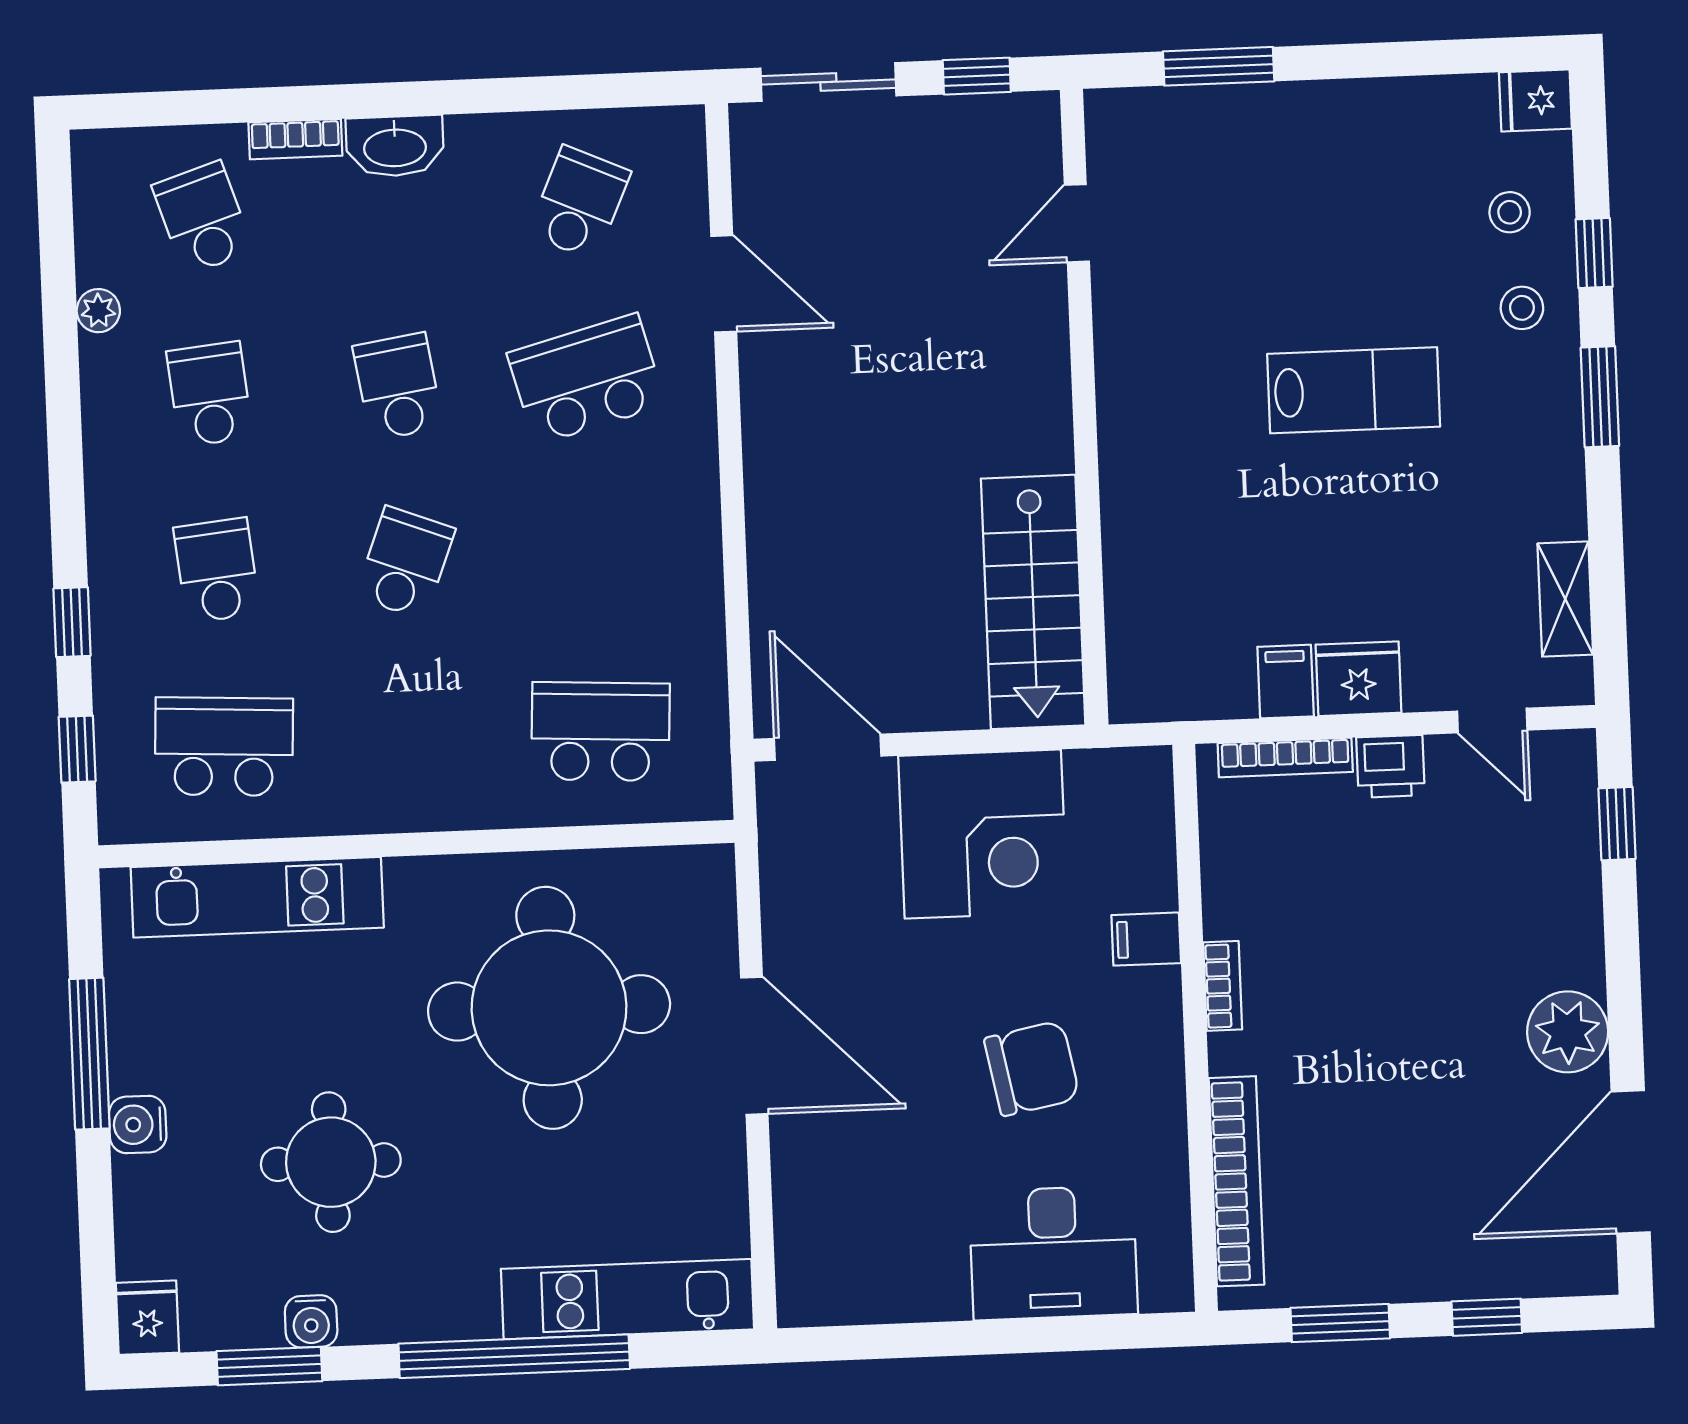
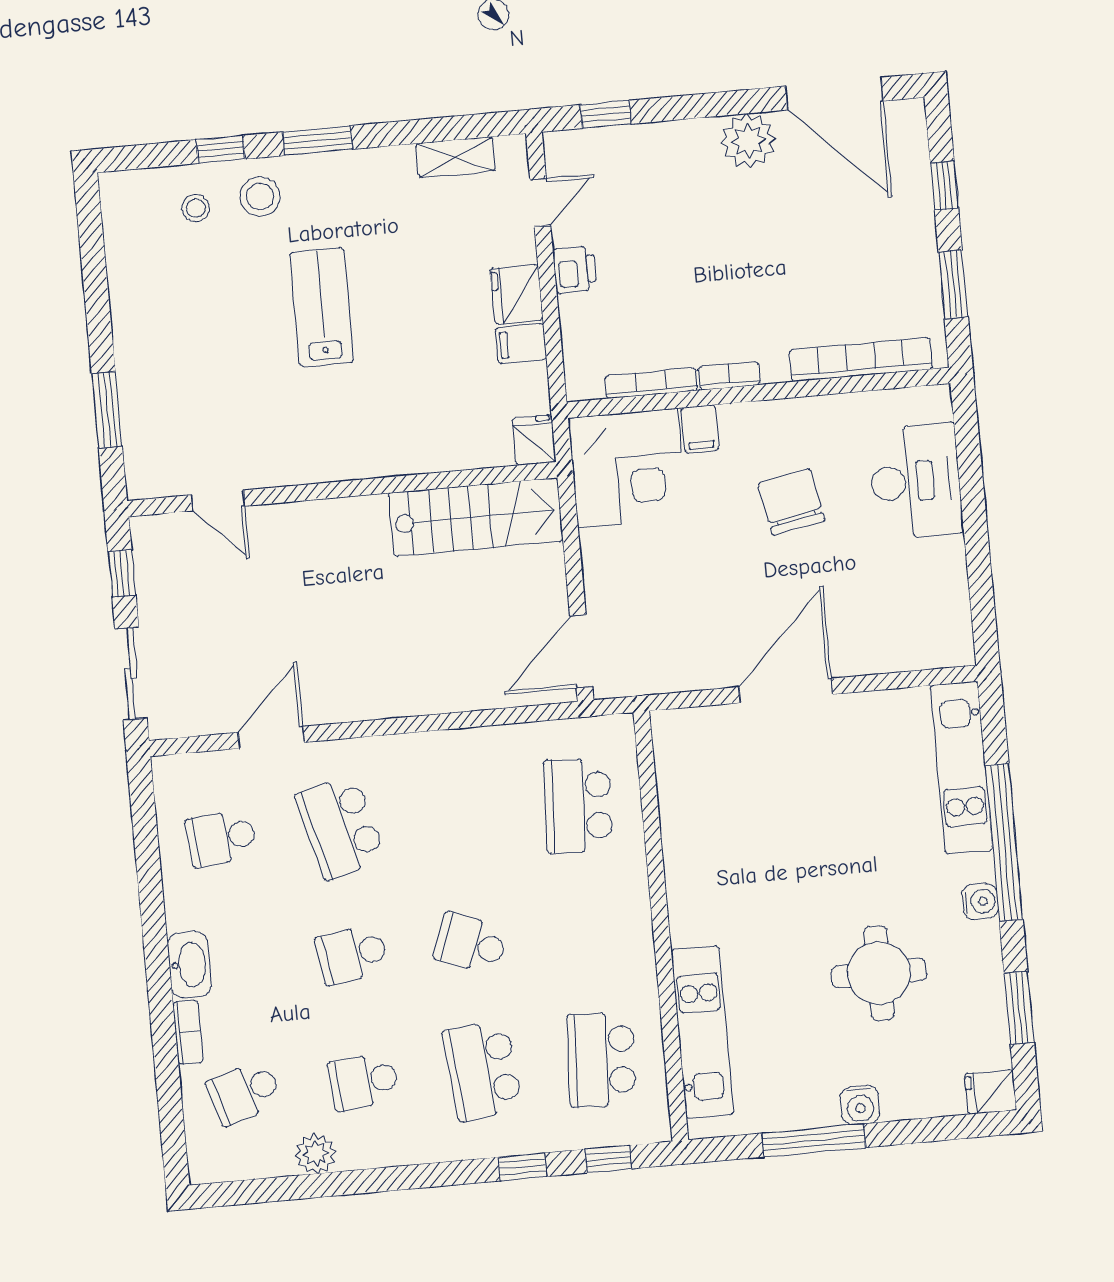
fridge: (1535, 100) -> (534, 440), moved, turned 180
school desk: (579, 203) -> (221, 838), turned -30
stool: (1522, 308) -> (260, 196), width x1.37, depth x1.37
plant: (98, 311) -> (316, 1154), width x1.38, depth x1.38
school desk: (217, 570) -> (482, 1071), width x1.85
bookcase: (1285, 758) -> (651, 383), moved, turned -90
corner desk: (983, 834) -> (628, 468), moved, turned 90
round table: (549, 1008) -> (767, 831), removed
water cooler: (311, 1321) -> (980, 902), moved

